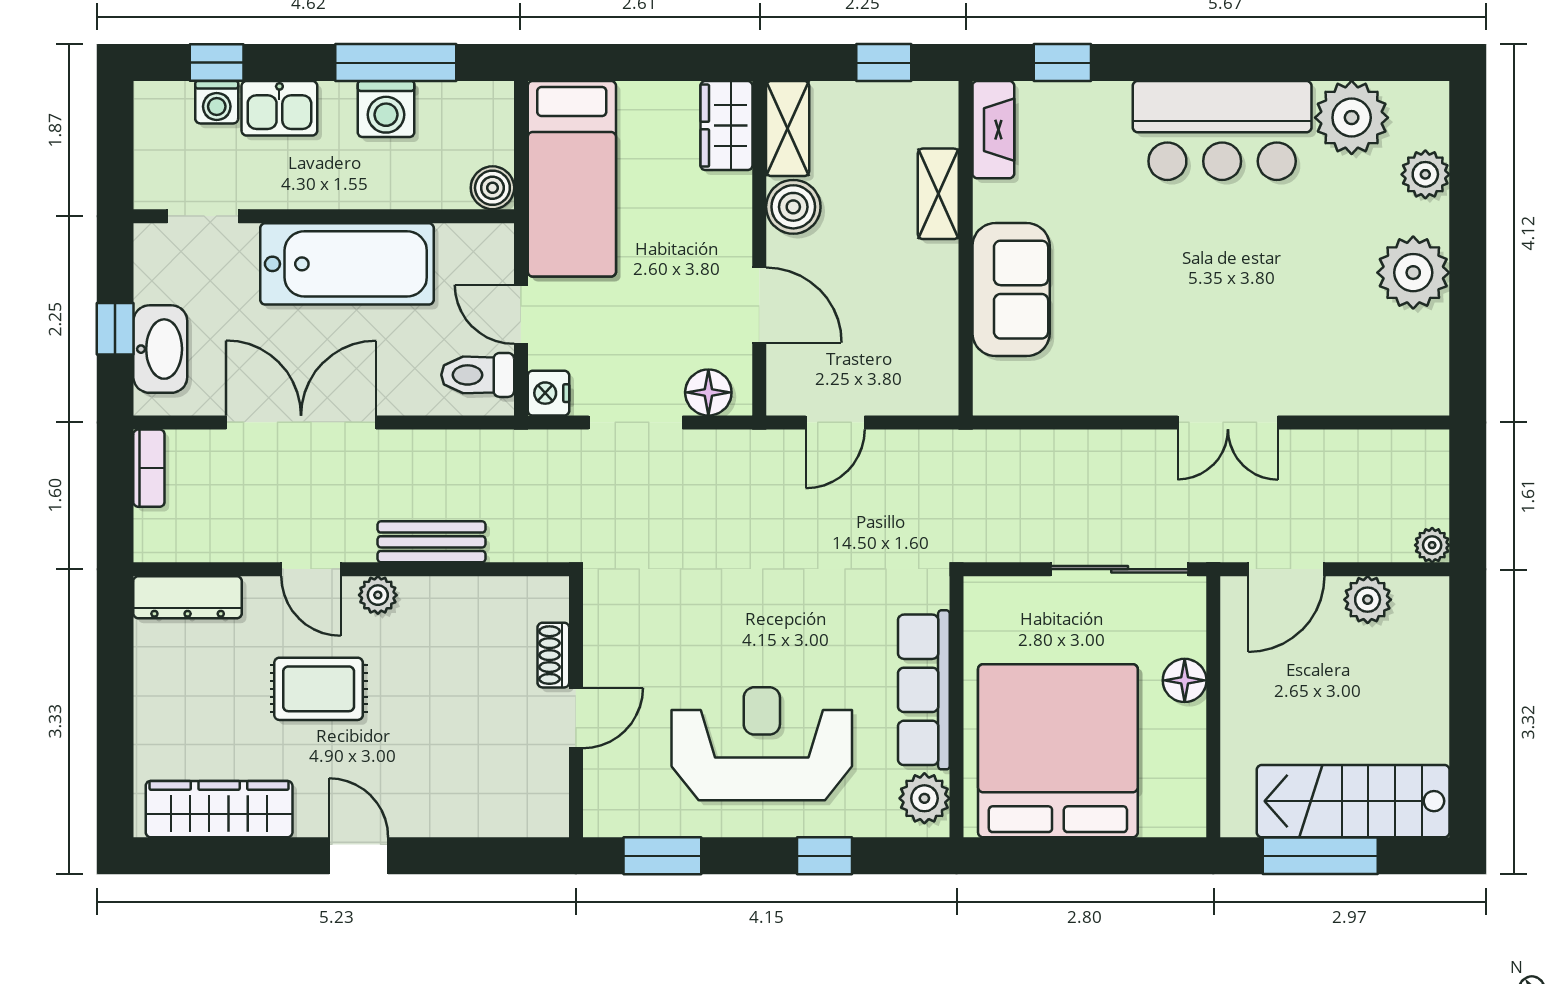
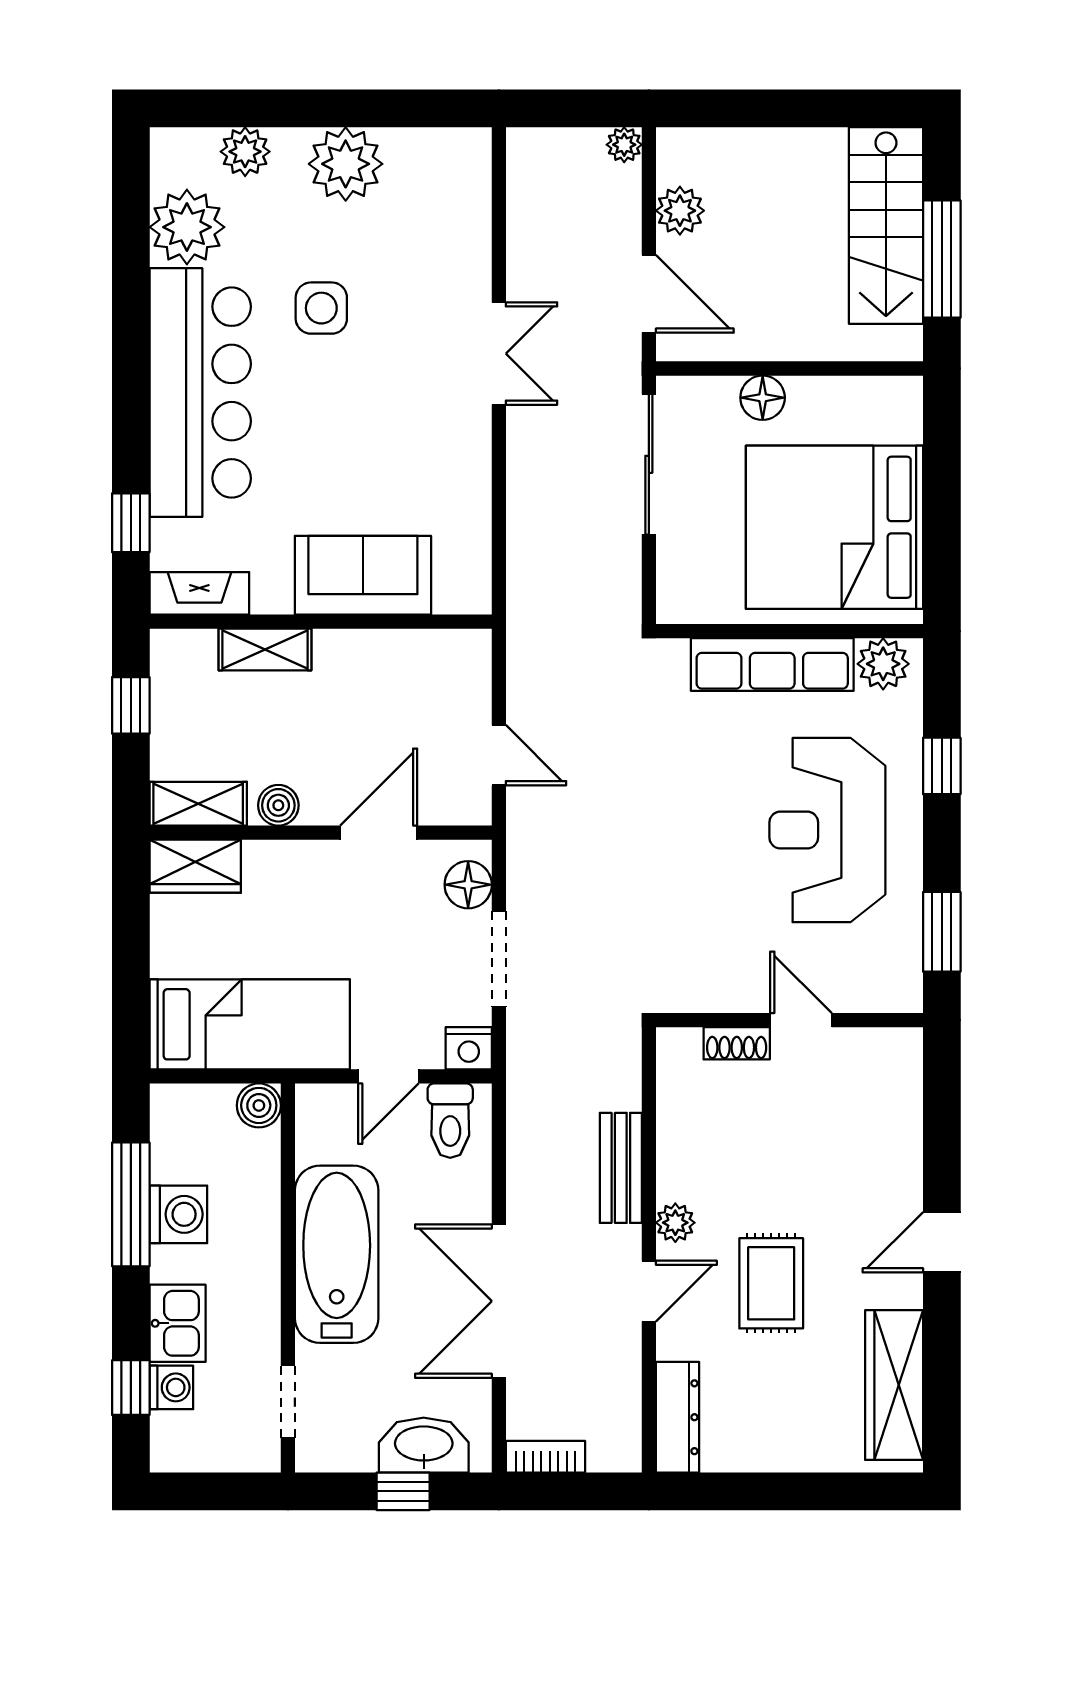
bar counter: (1222, 130) -> (200, 393), width x1.36
boiler: (793, 207) -> (278, 805), width x0.73, depth x0.73
side table: (1272, 249) -> (321, 308), added

